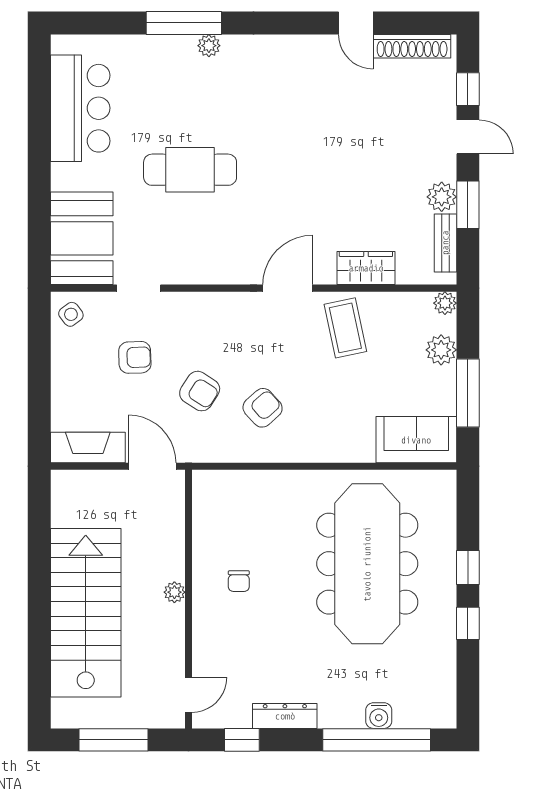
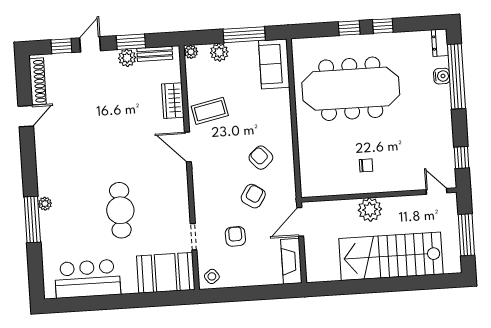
plant: (174, 592) -> (370, 210), width x1.88, depth x1.88
dresser: (285, 716) -> (440, 43), moved, width x0.70

